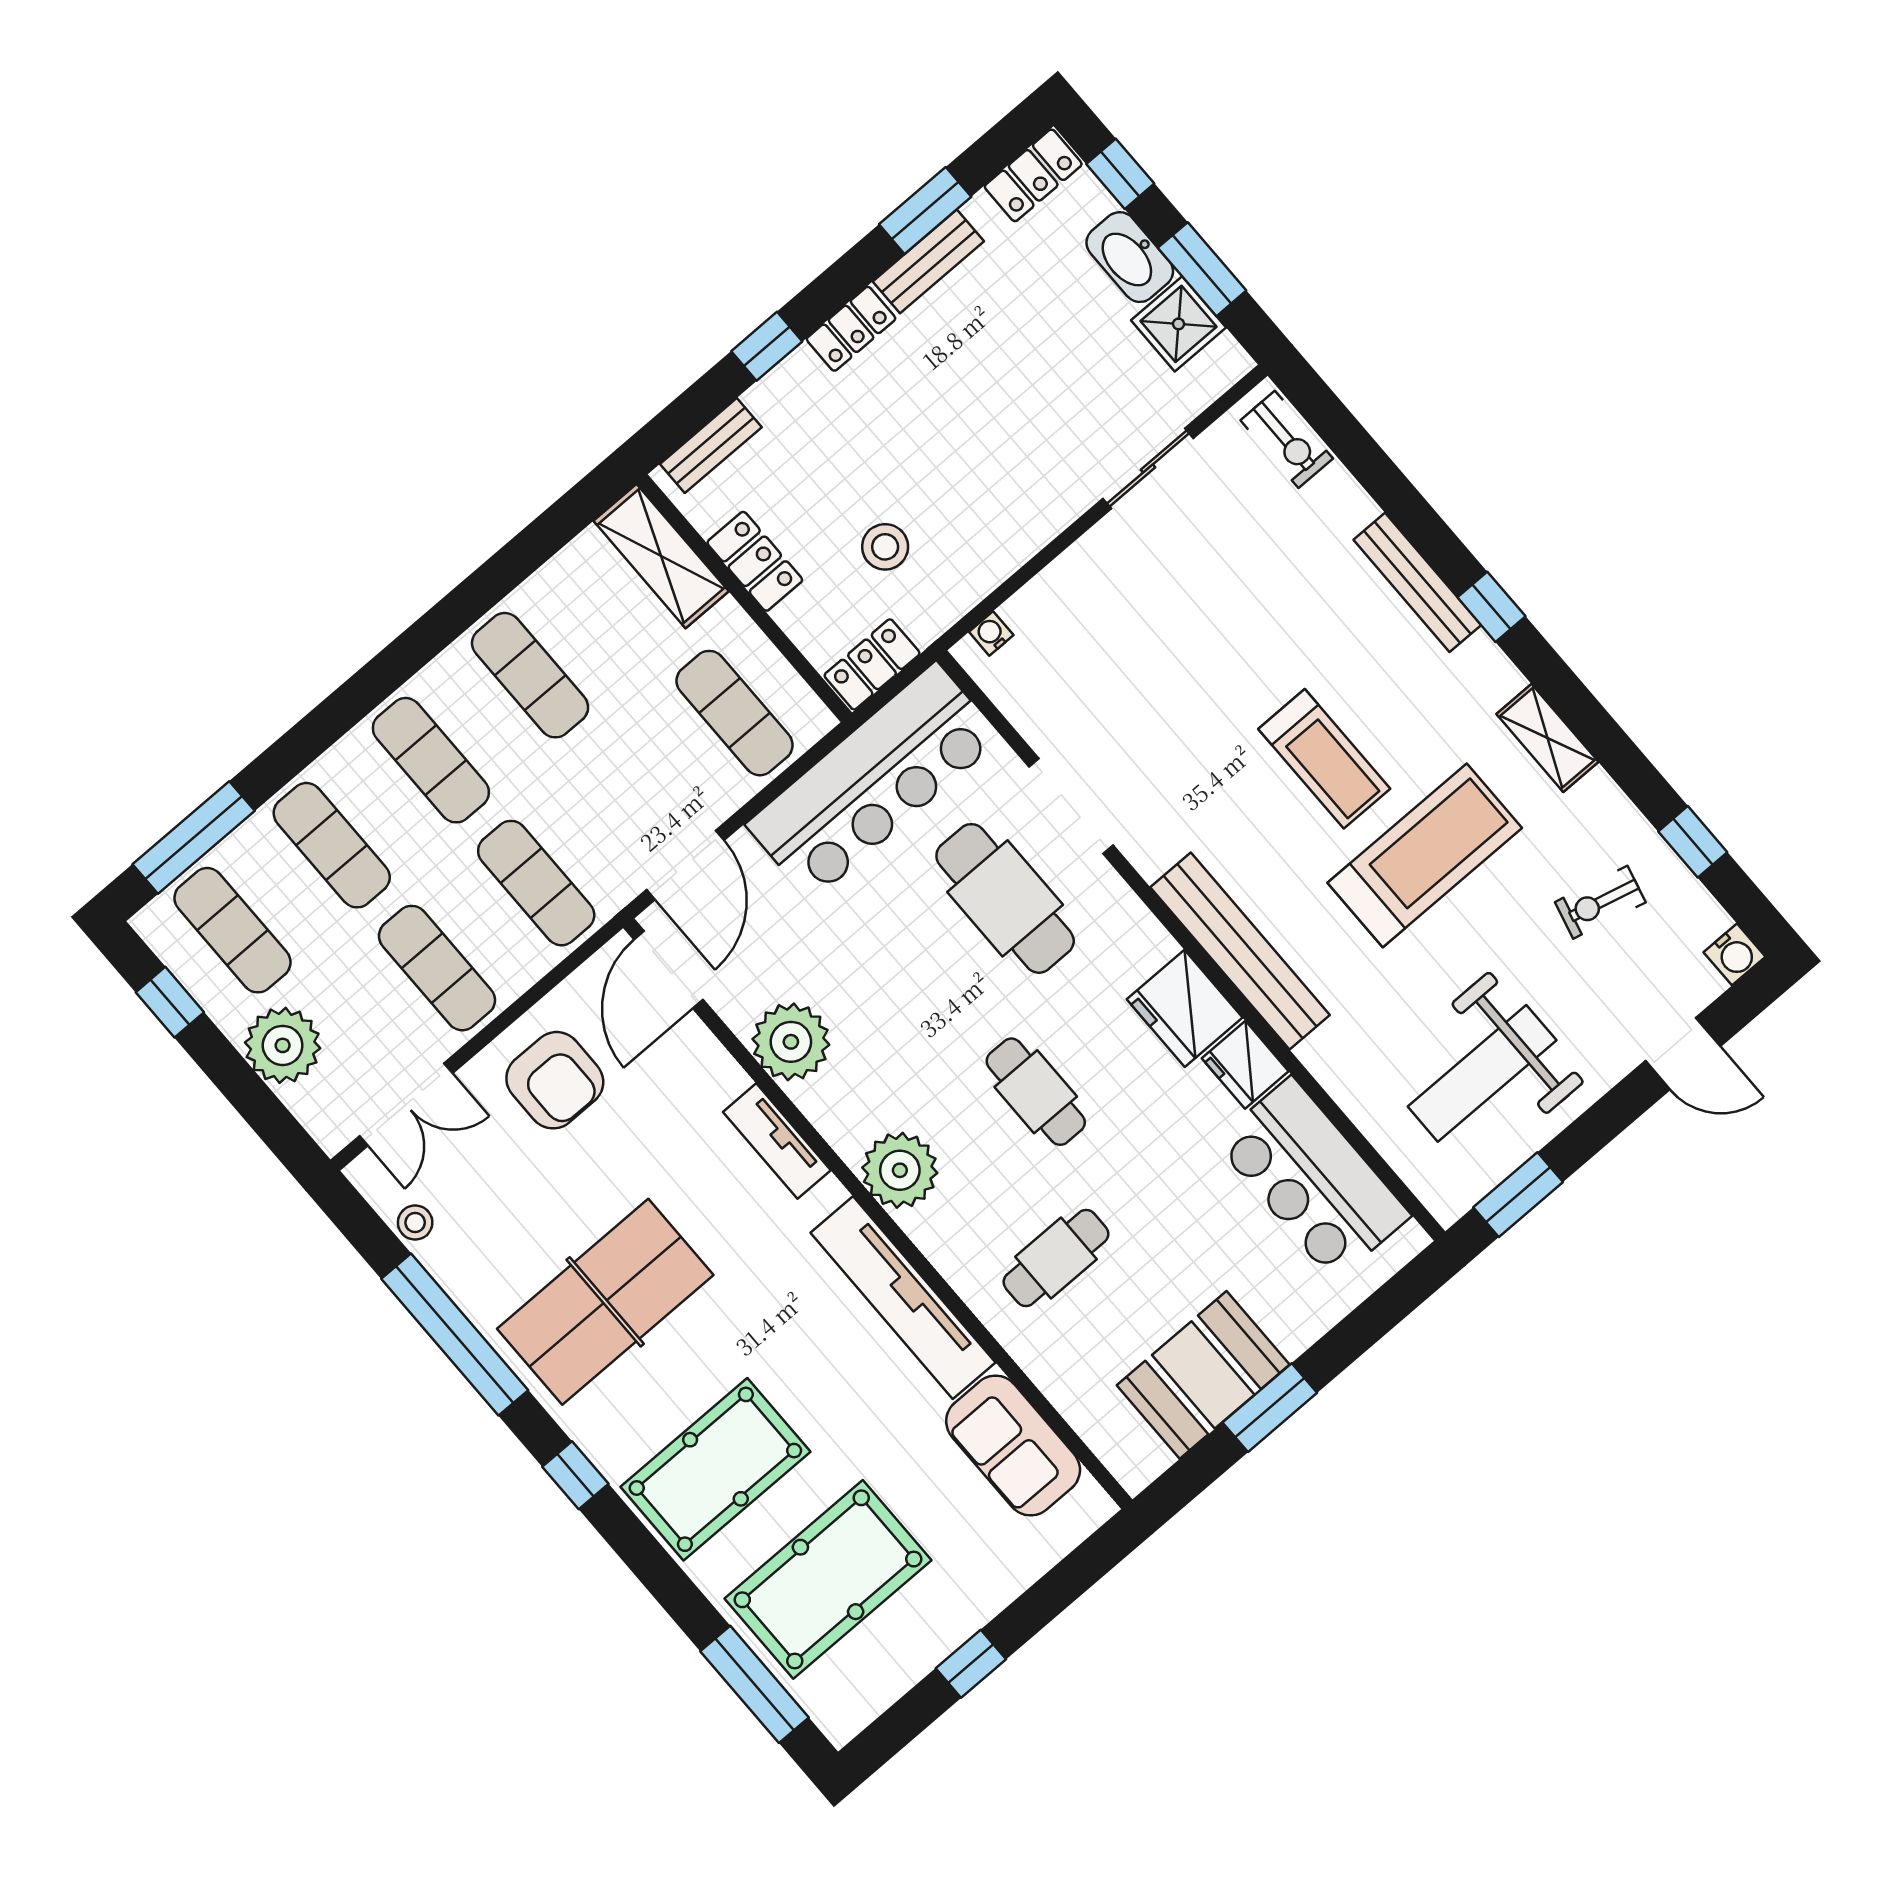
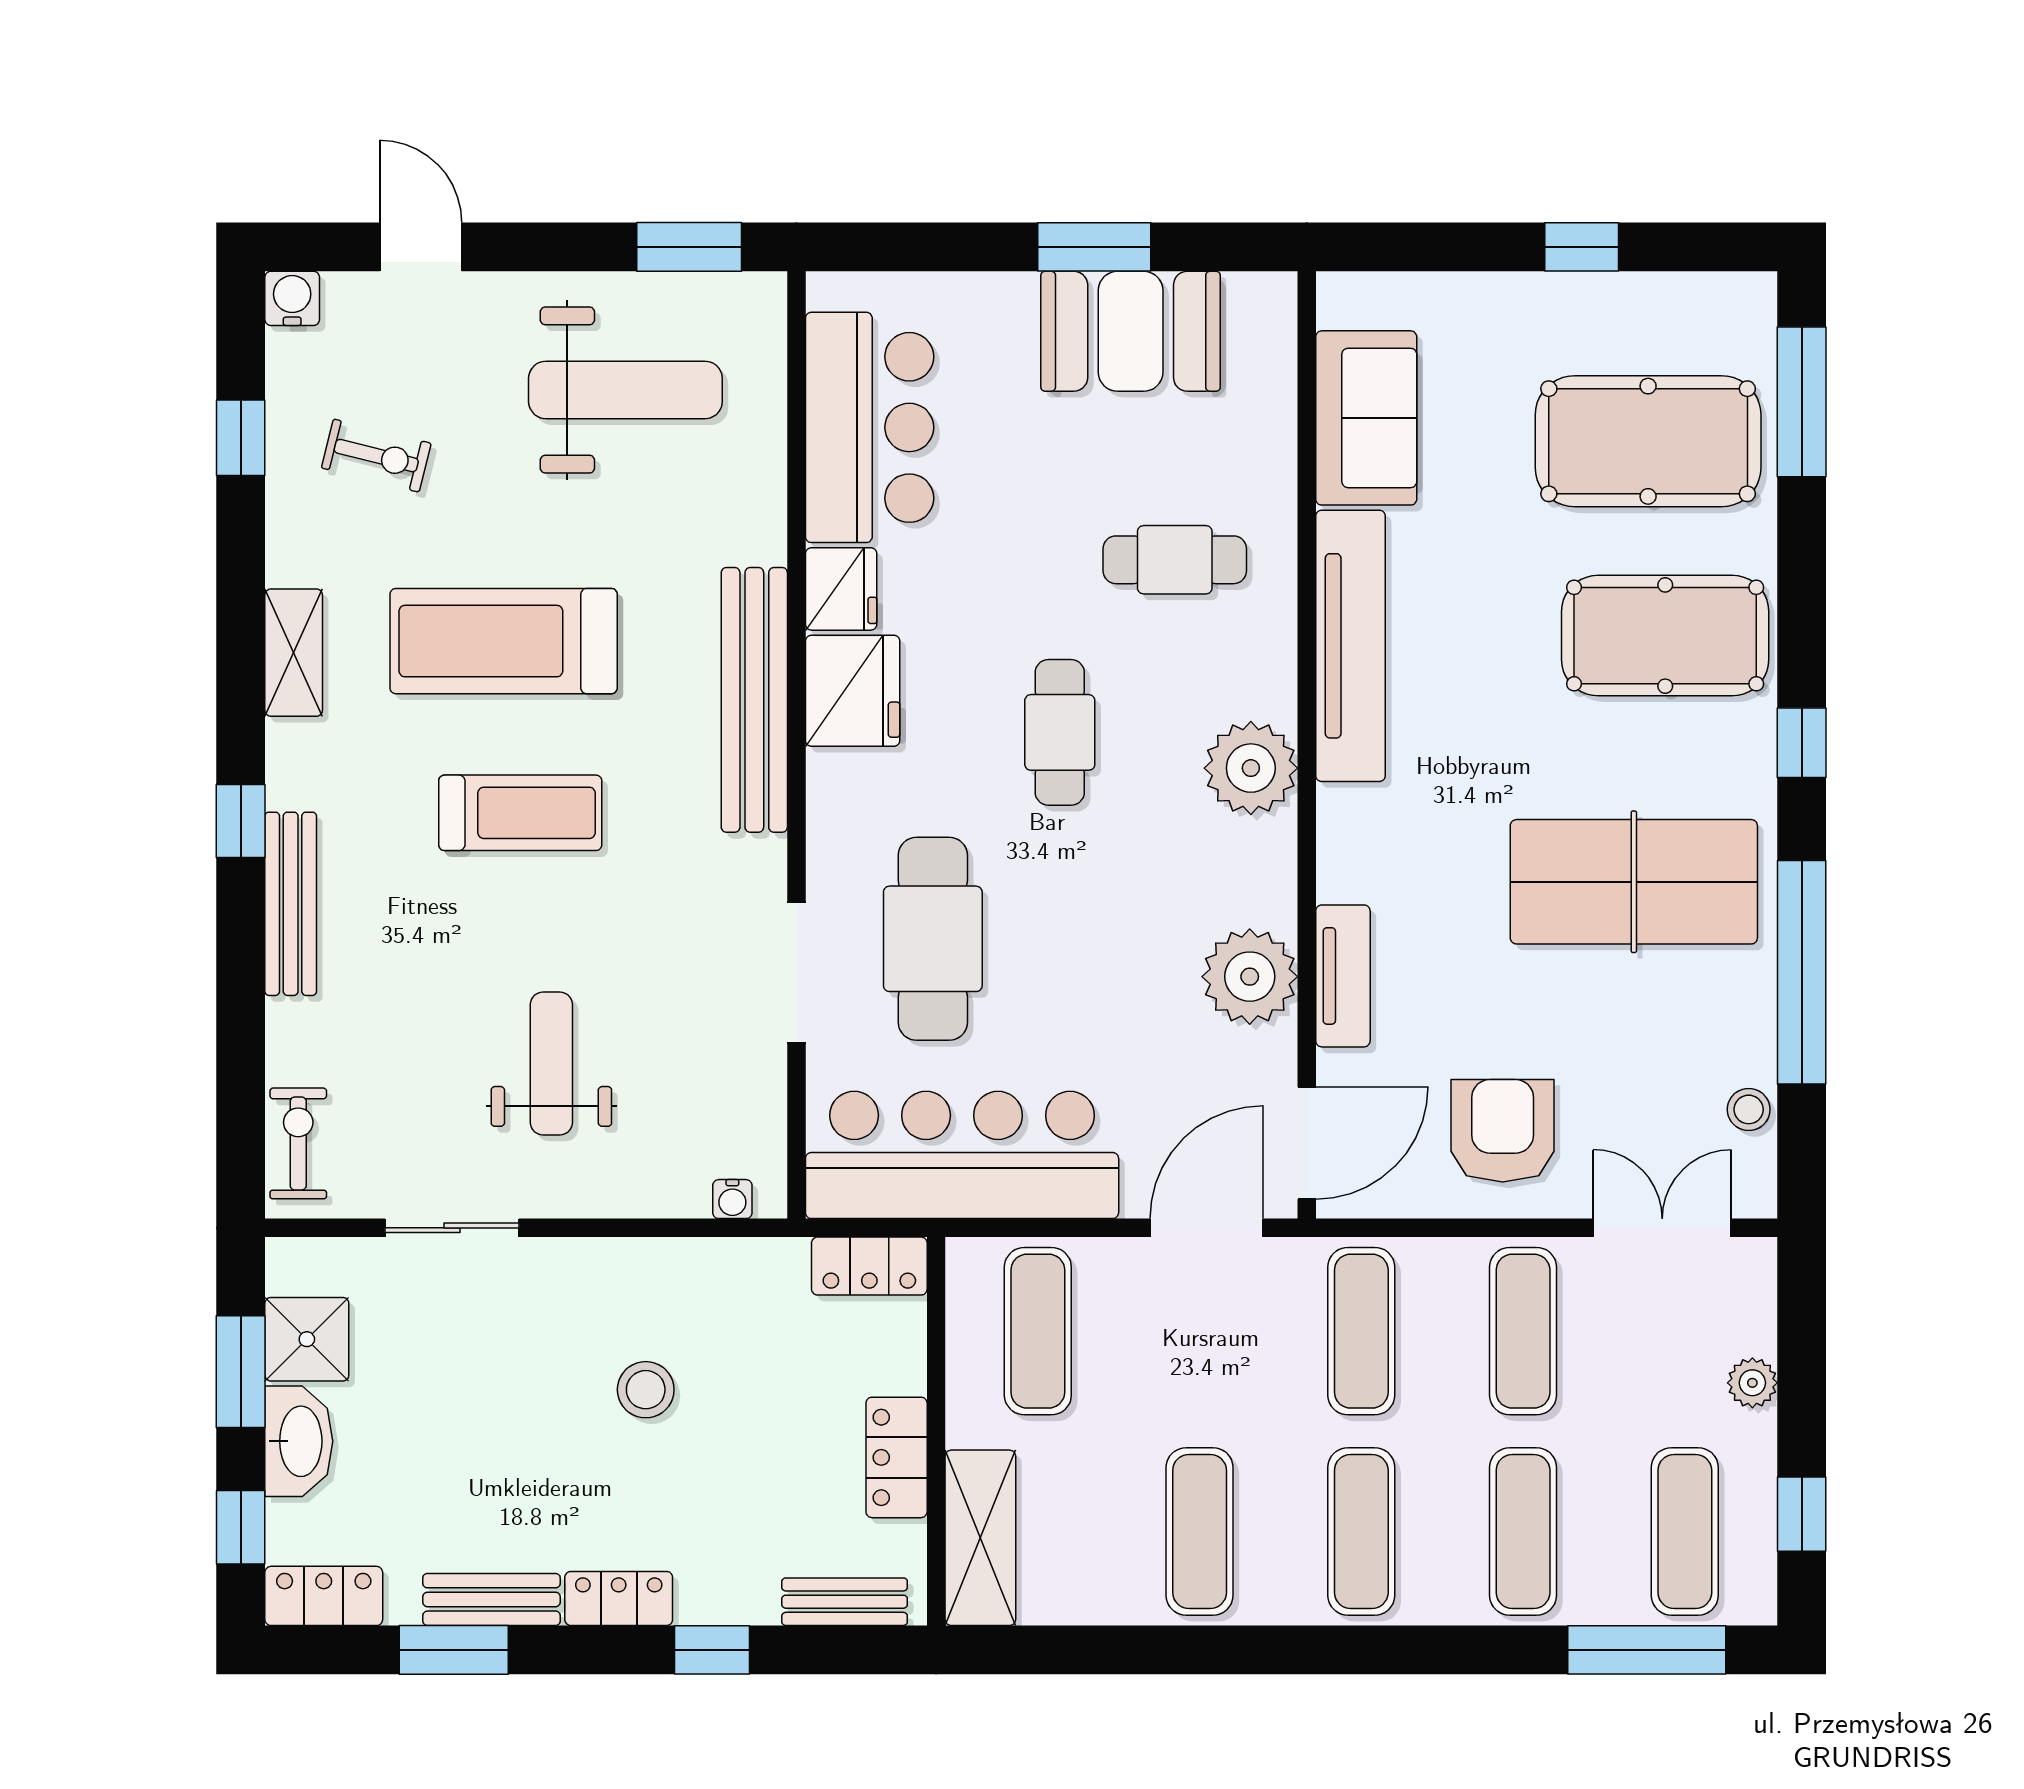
stool: (885, 547) -> (646, 1390), moved
weight bench: (1173, 621) -> (551, 1064), added
treadmill: (1324, 759) -> (520, 813), turned 90
plant: (283, 1045) -> (1752, 1383), width x0.53, depth x0.53
tv unit: (777, 1141) -> (1343, 976), moved

